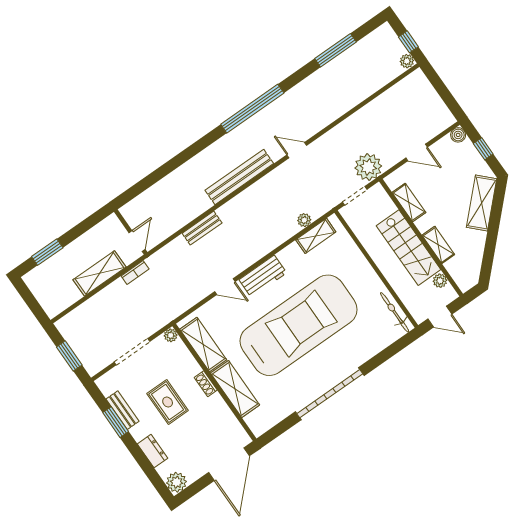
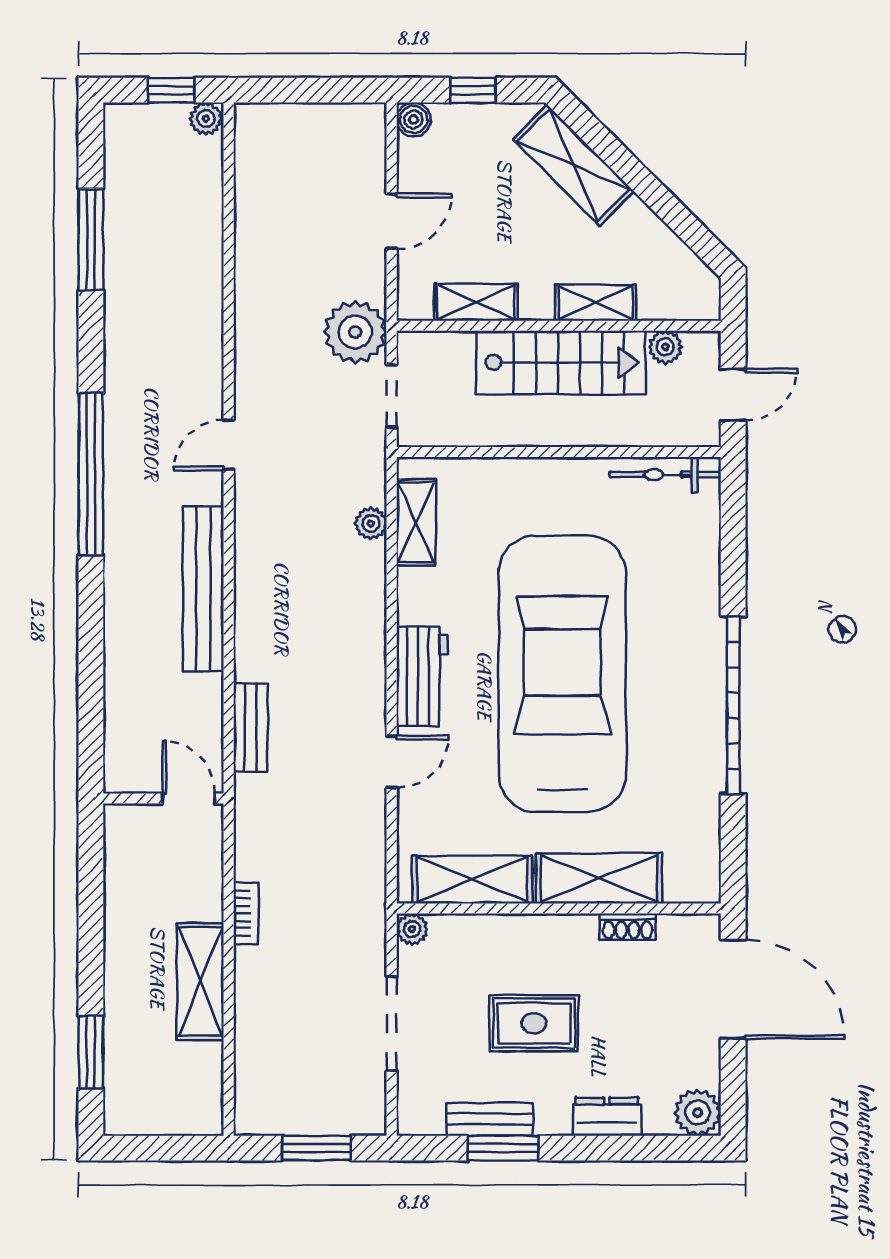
wall: (131, 232) -> (163, 798), moved
door: (137, 241) -> (189, 798), moved
shoe rack: (206, 384) -> (628, 927), moved

